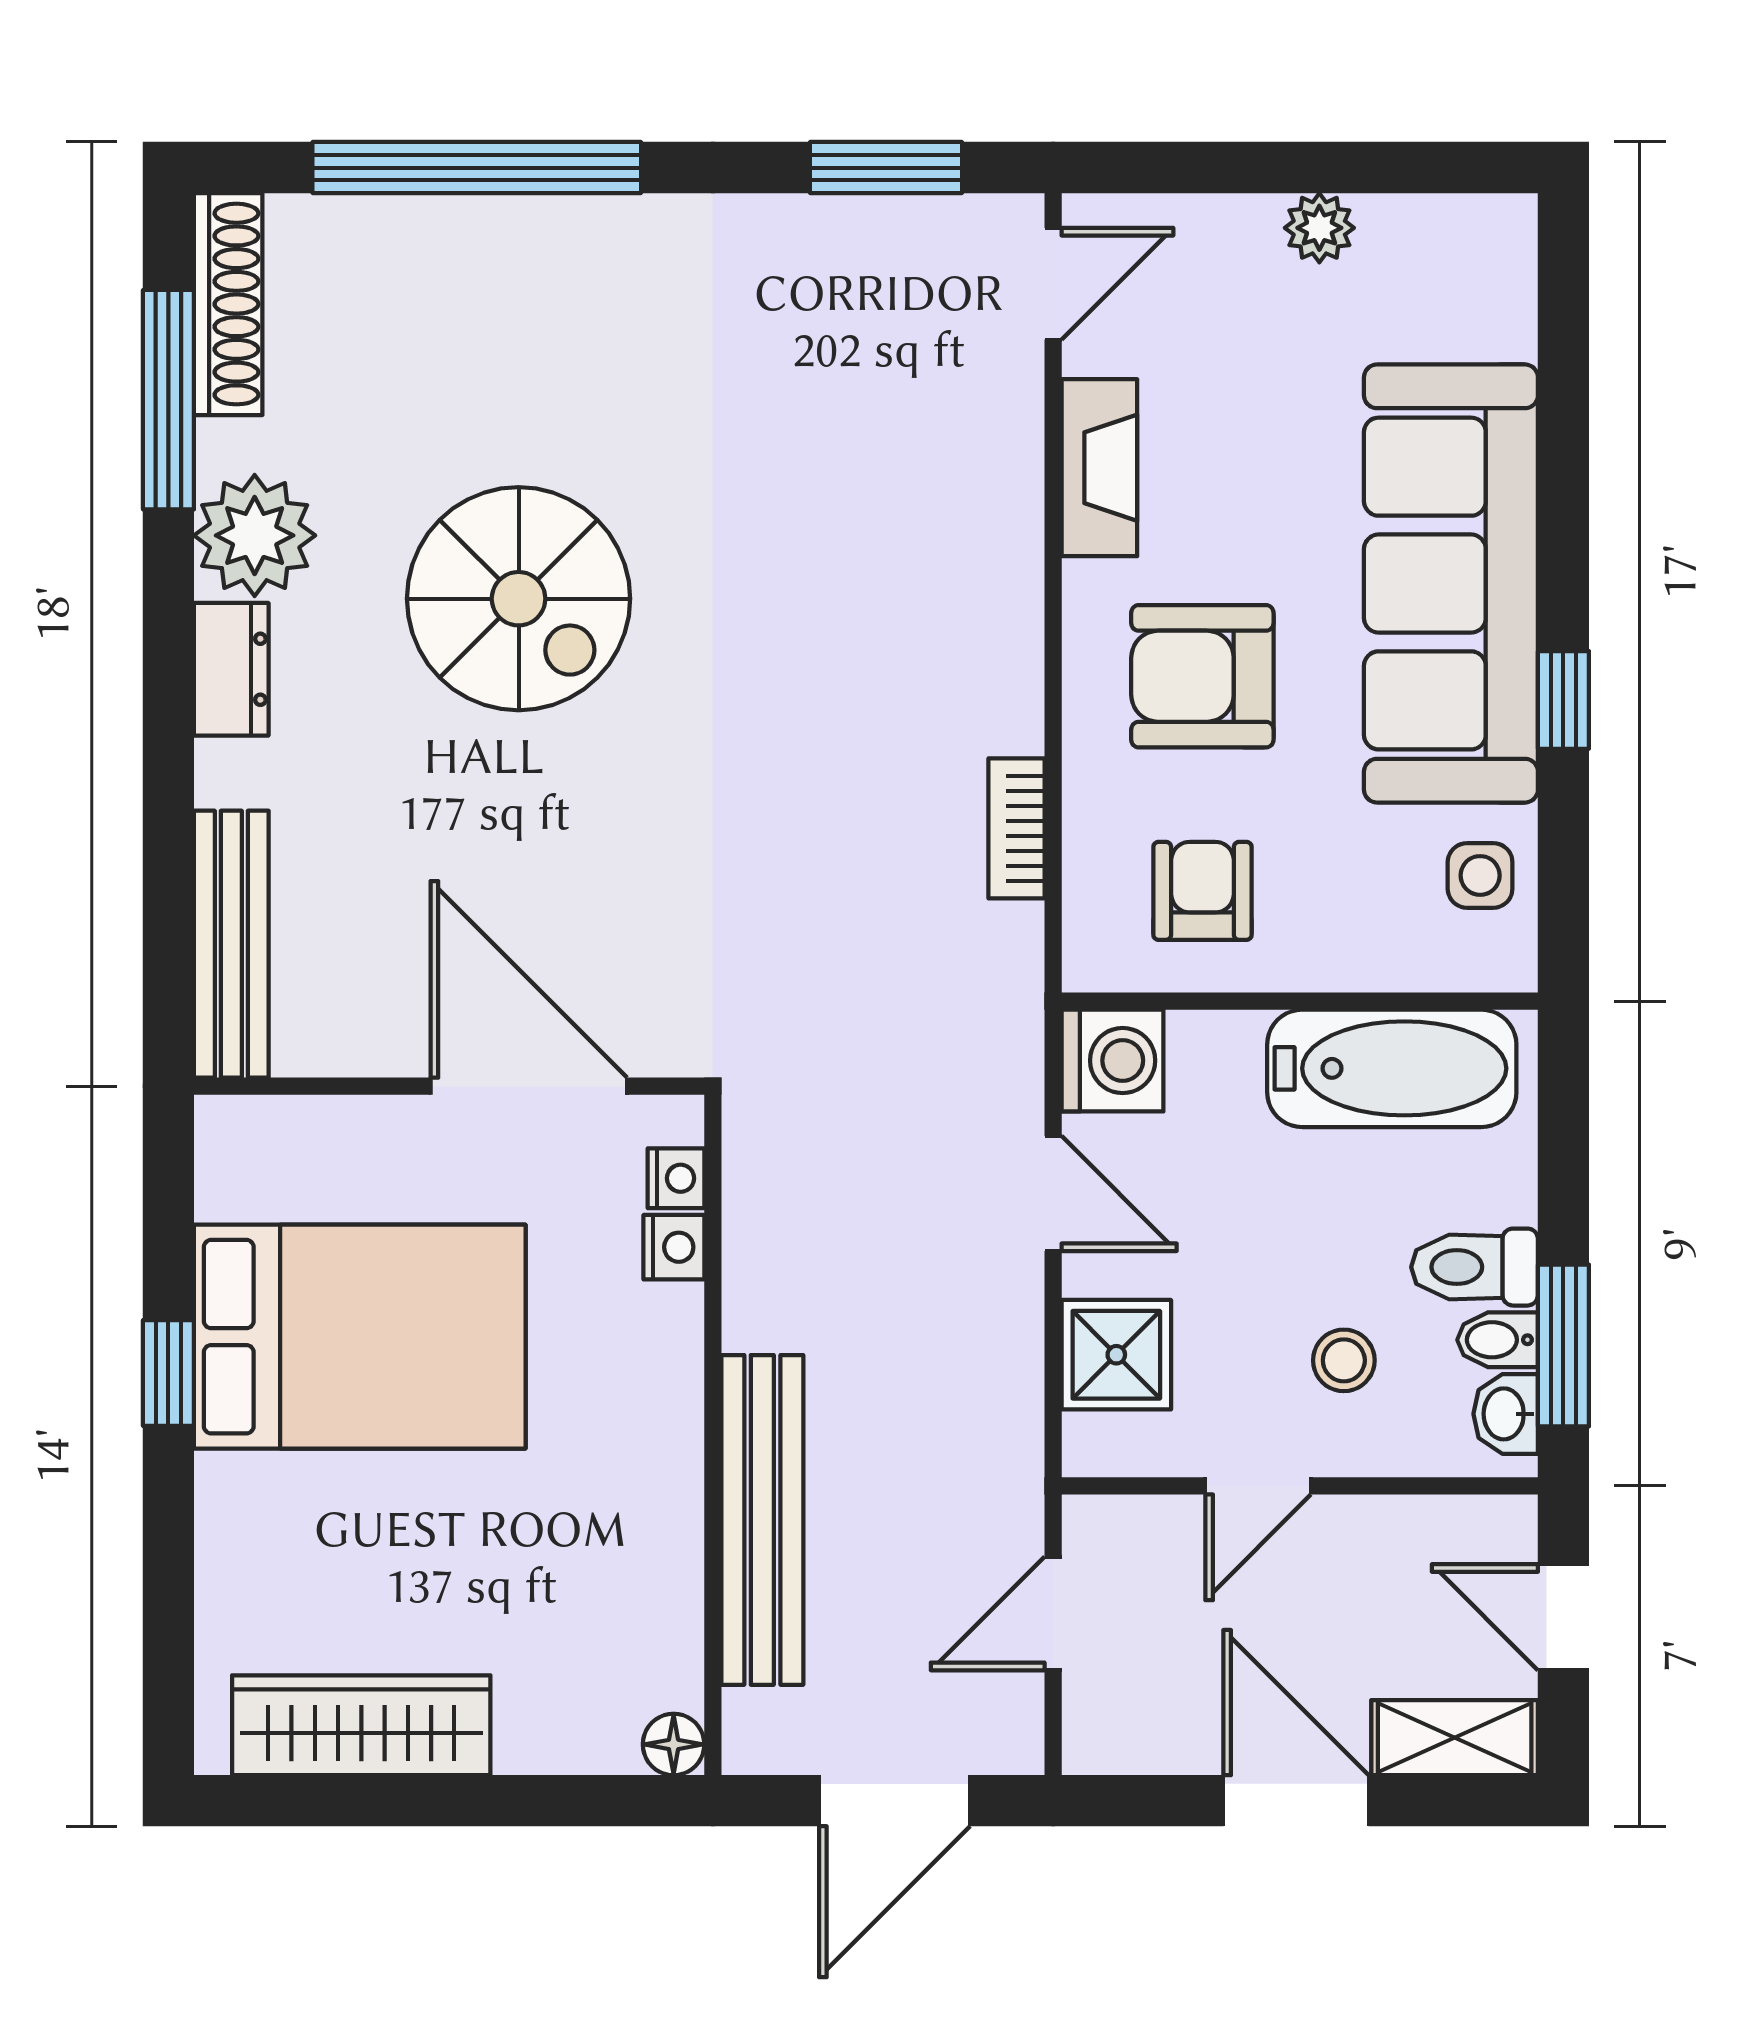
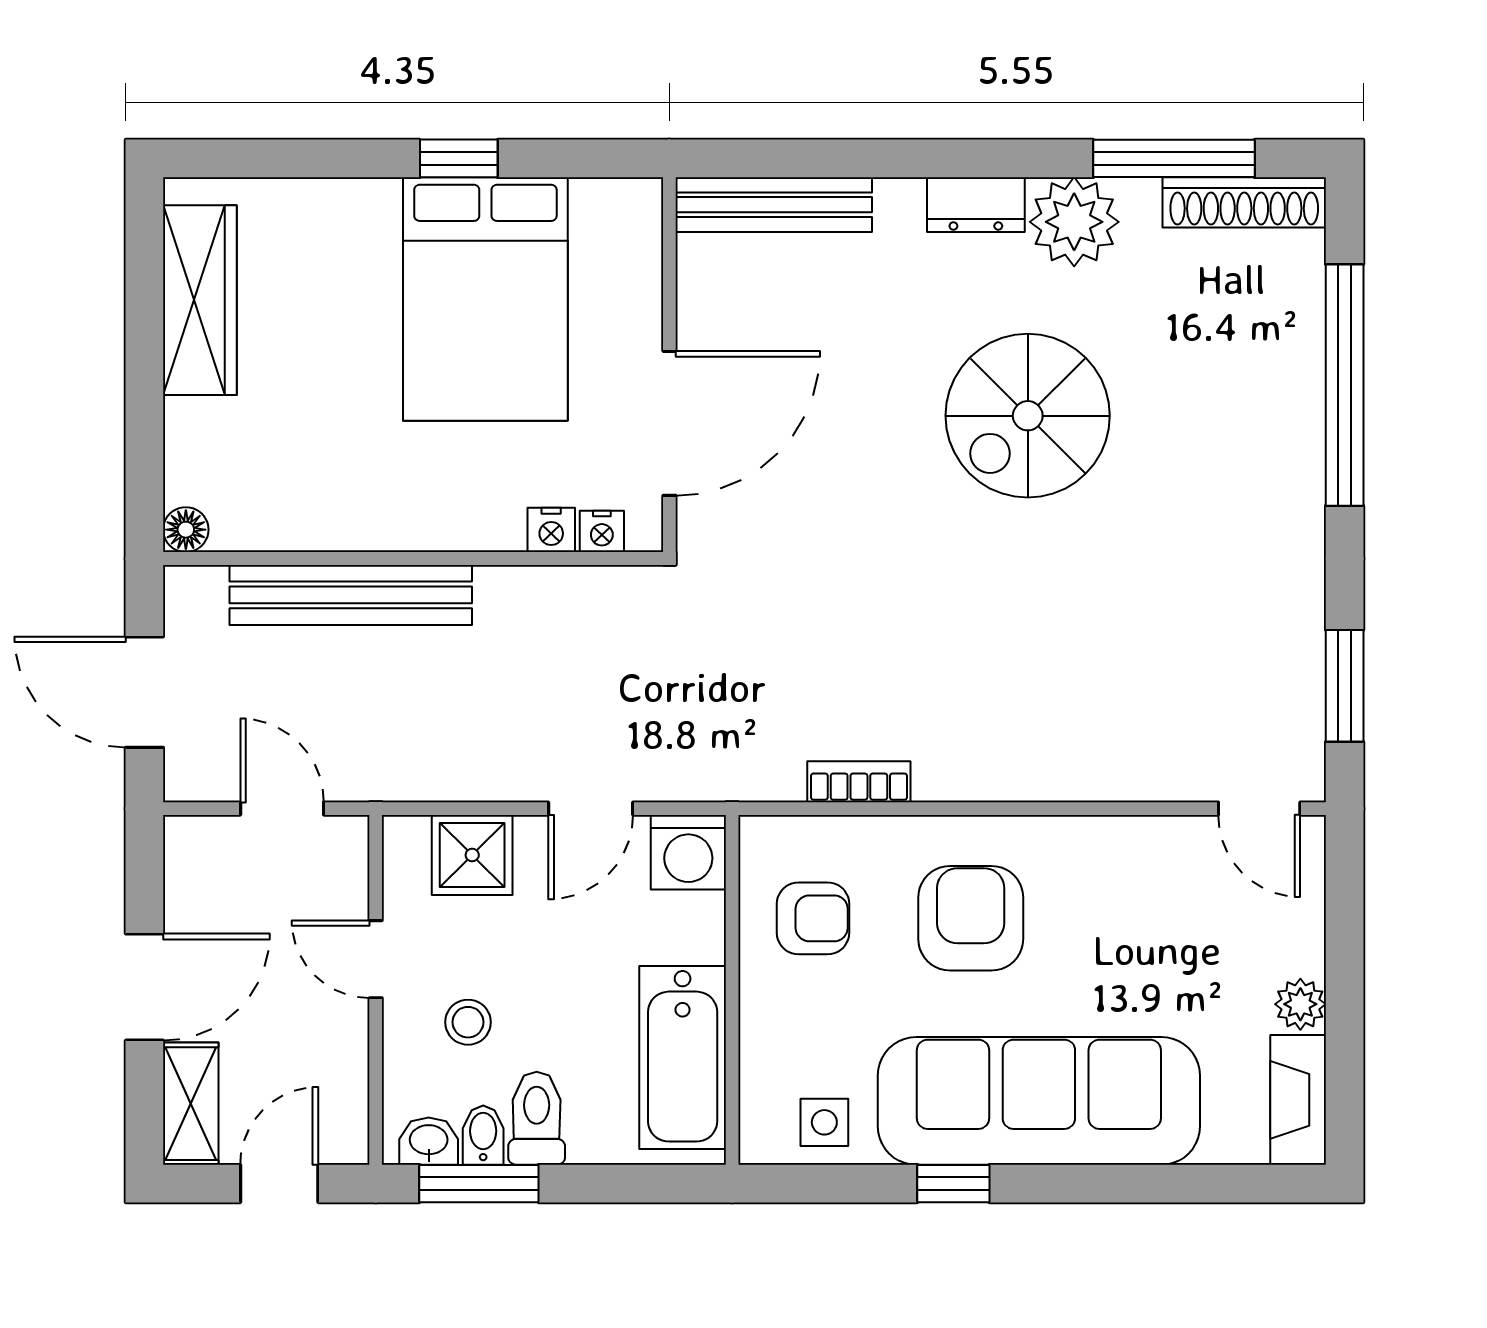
fireplace: (1099, 468) -> (1298, 1100), moved, turned 90

